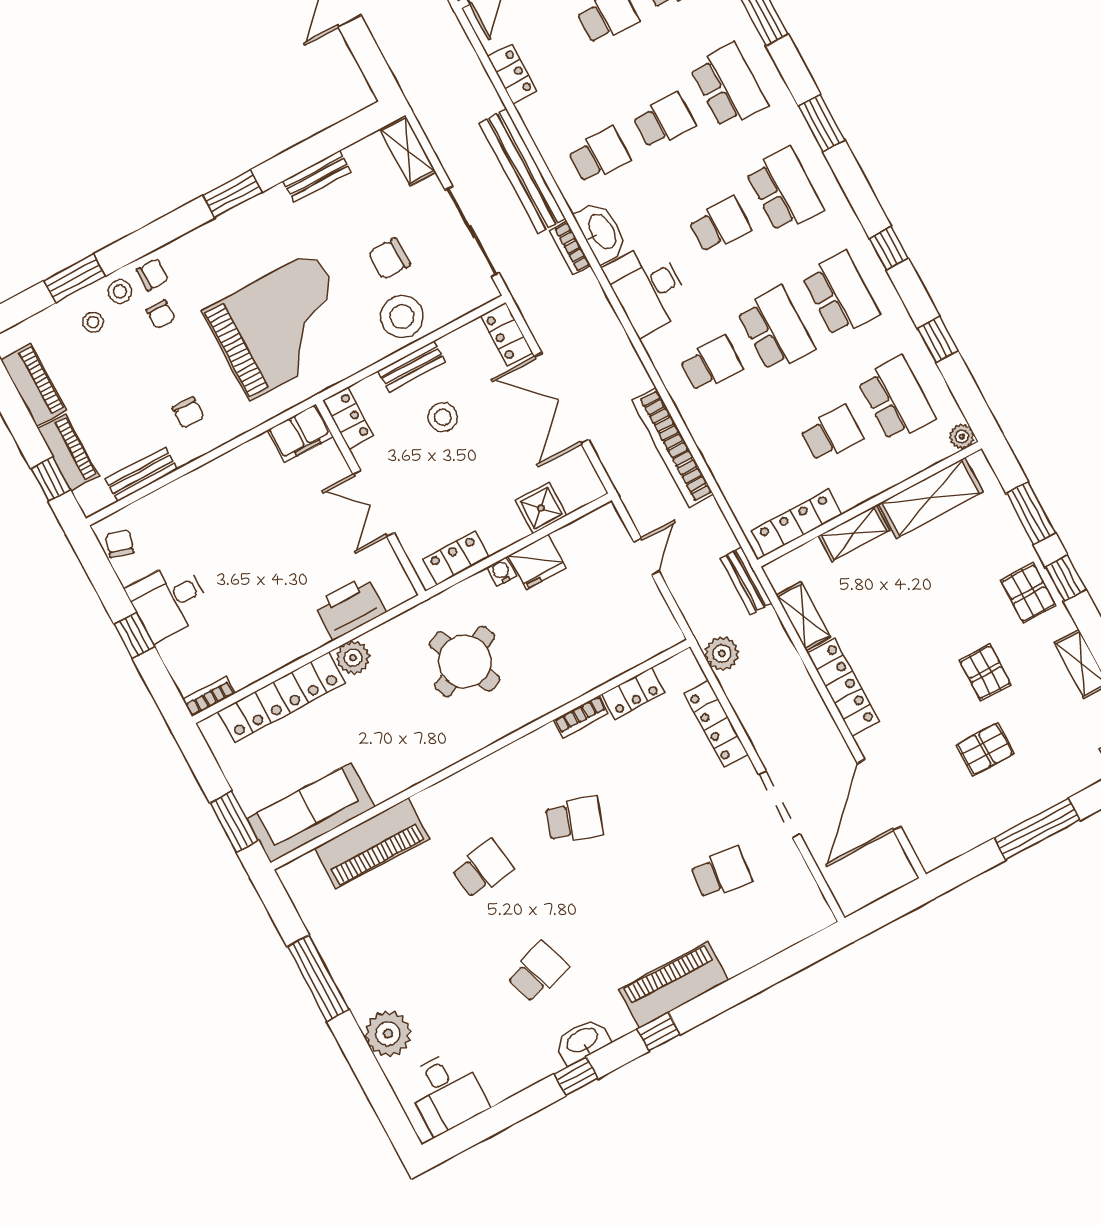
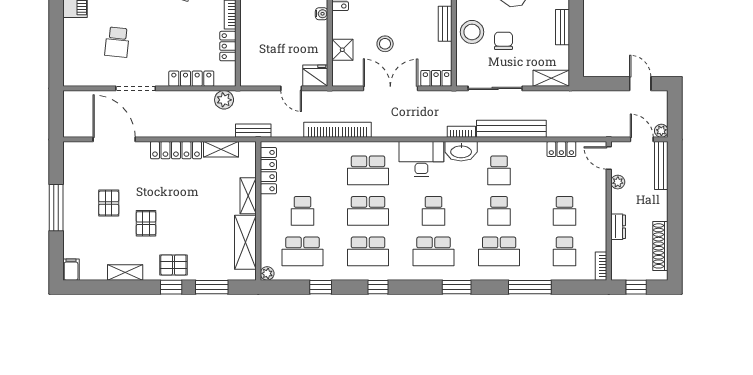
school desk: (711, 364) -> (368, 170), width x1.85
stool: (443, 417) -> (385, 44), moved
fridge: (537, 562) -> (315, 76), moved, turned 90
pallet: (985, 672) -> (146, 223), turned 90

